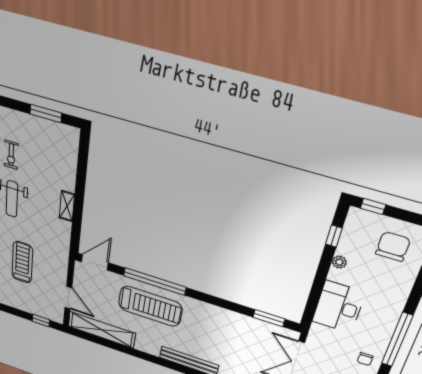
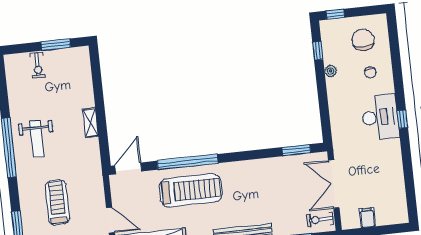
exercise bike: (11, 155) -> (38, 65), moved
desk: (338, 307) -> (380, 117), moved, turned 180
window: (397, 340) -> (402, 119), width x0.32
chair: (365, 359) -> (370, 72), moved

